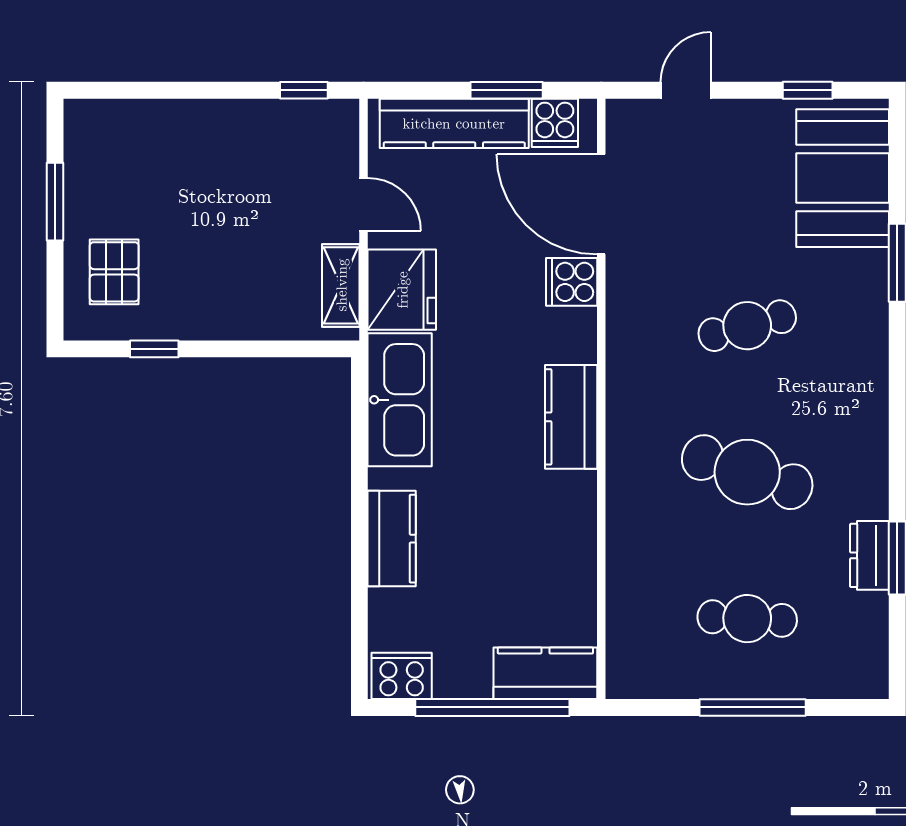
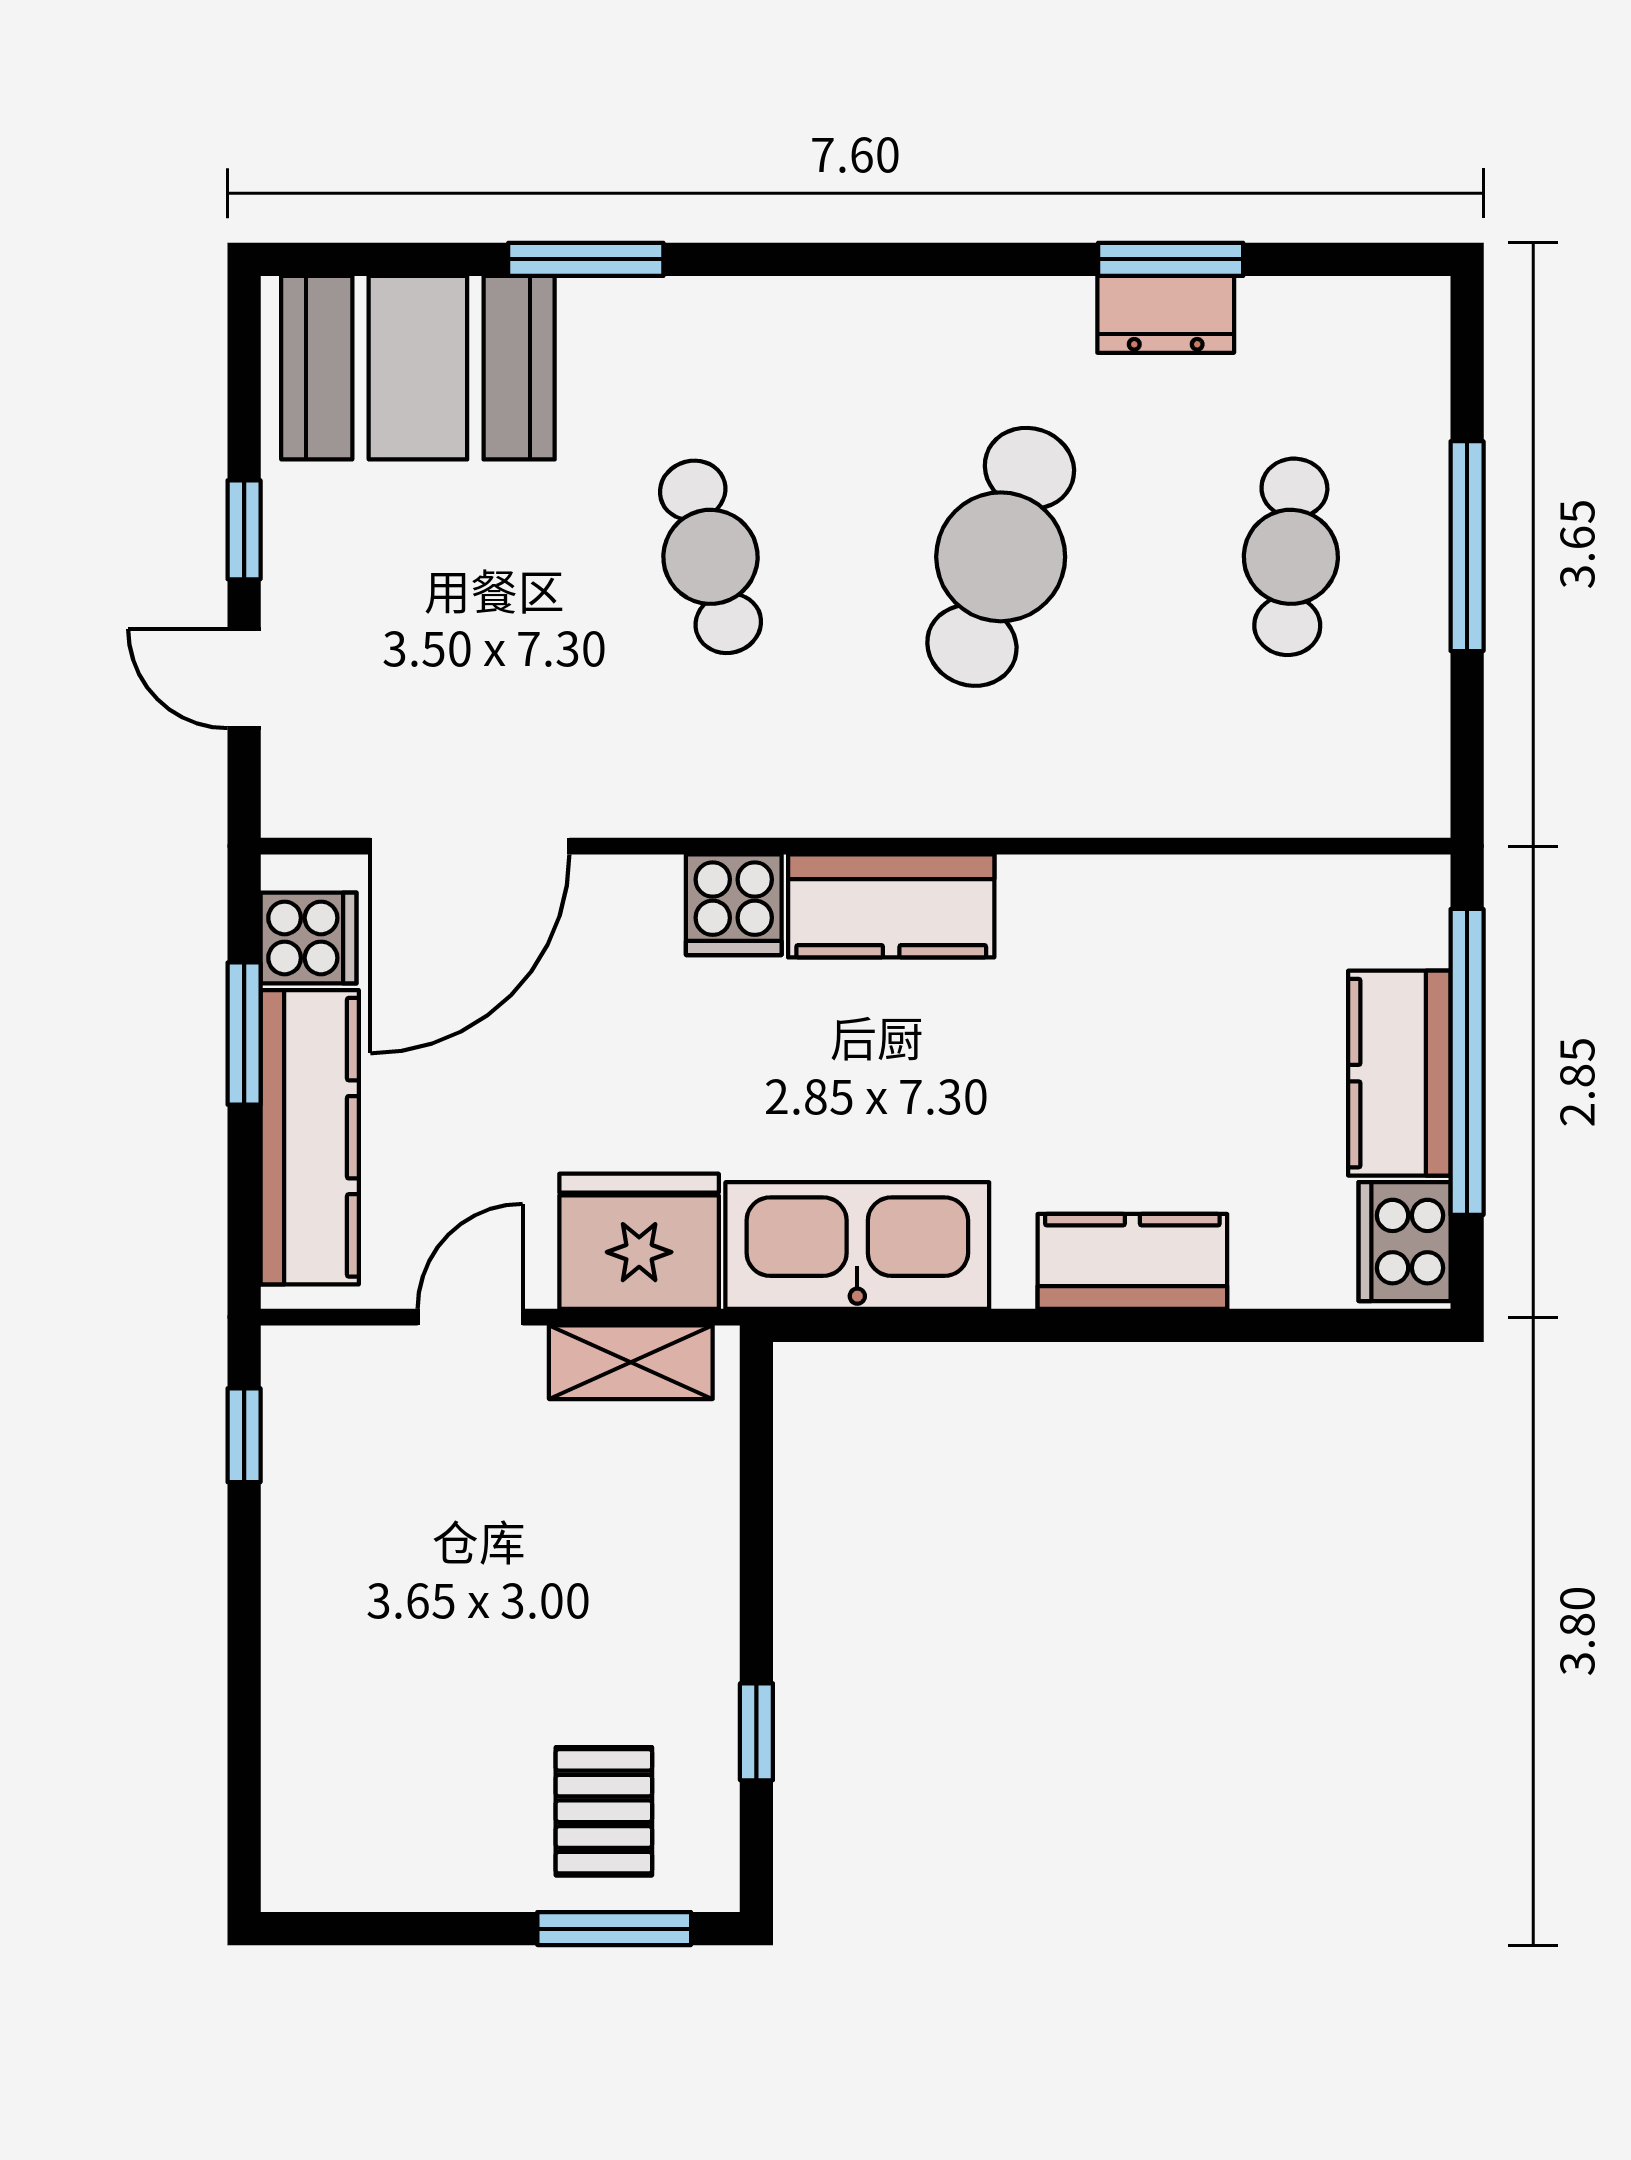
window: (808, 90) -> (244, 530), moved
window: (55, 202) -> (614, 1929), moved
pallet: (114, 272) -> (604, 1811), turned 90
cooker: (572, 282) -> (734, 905), moved
kitchen counter: (545, 673) -> (1399, 1073), moved

